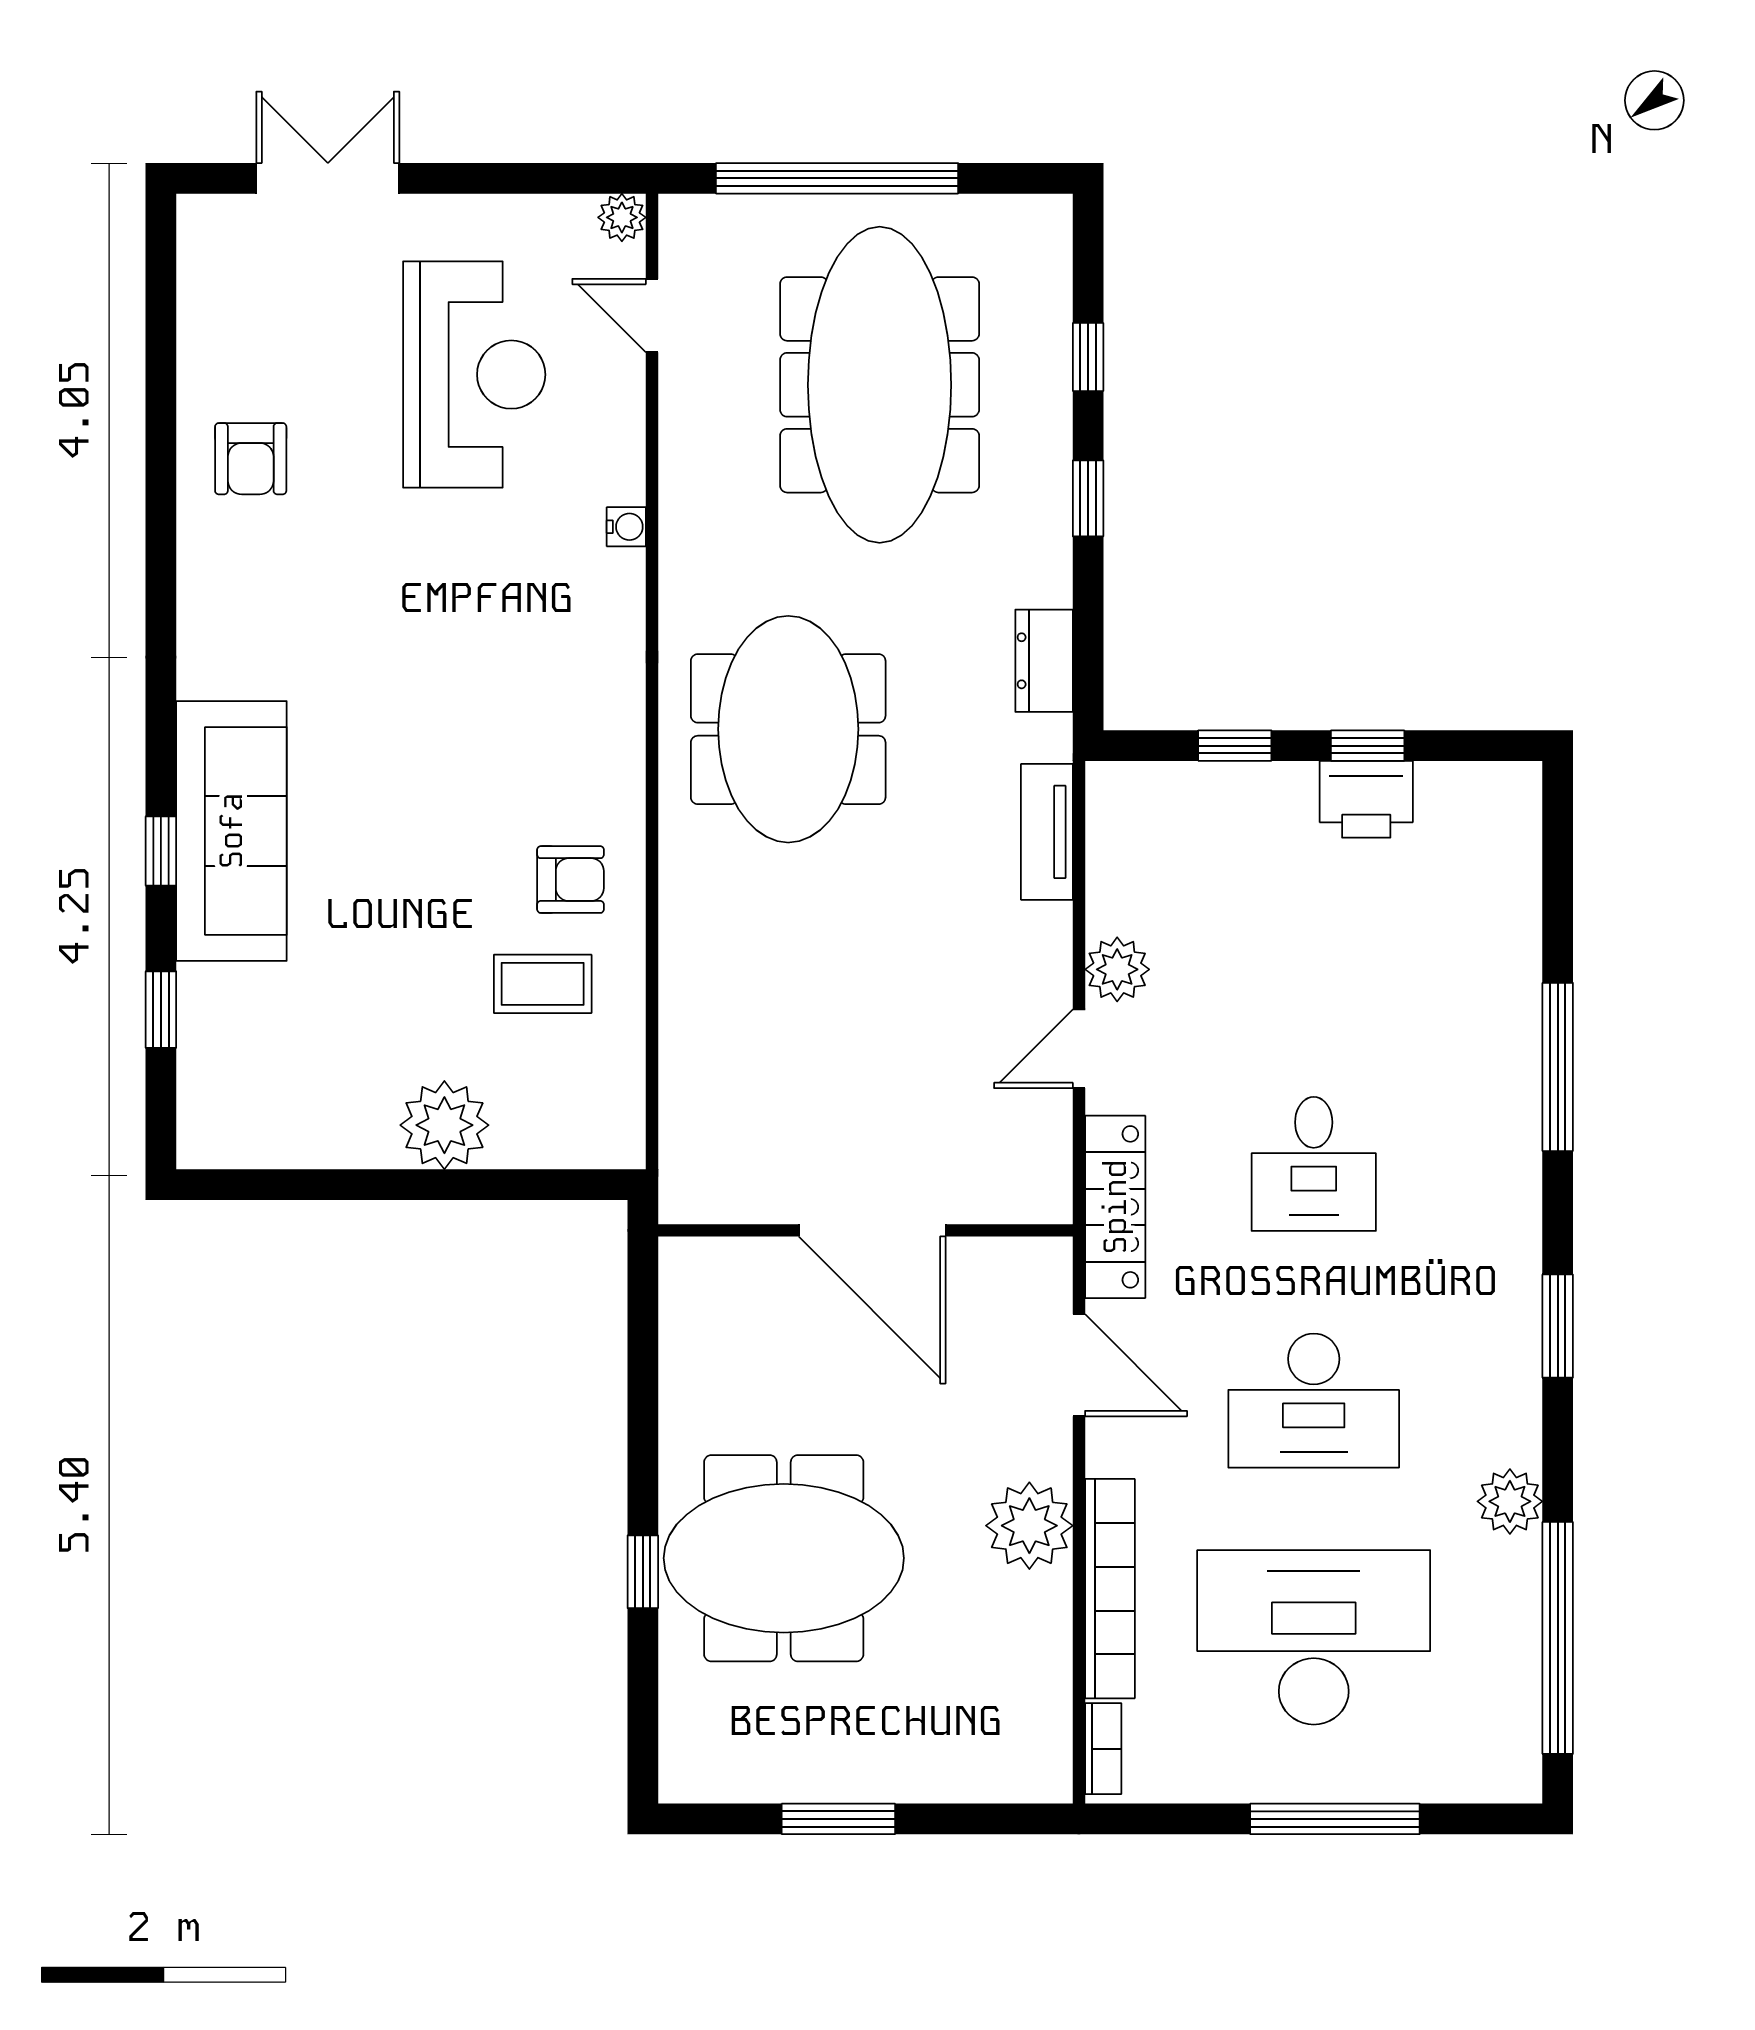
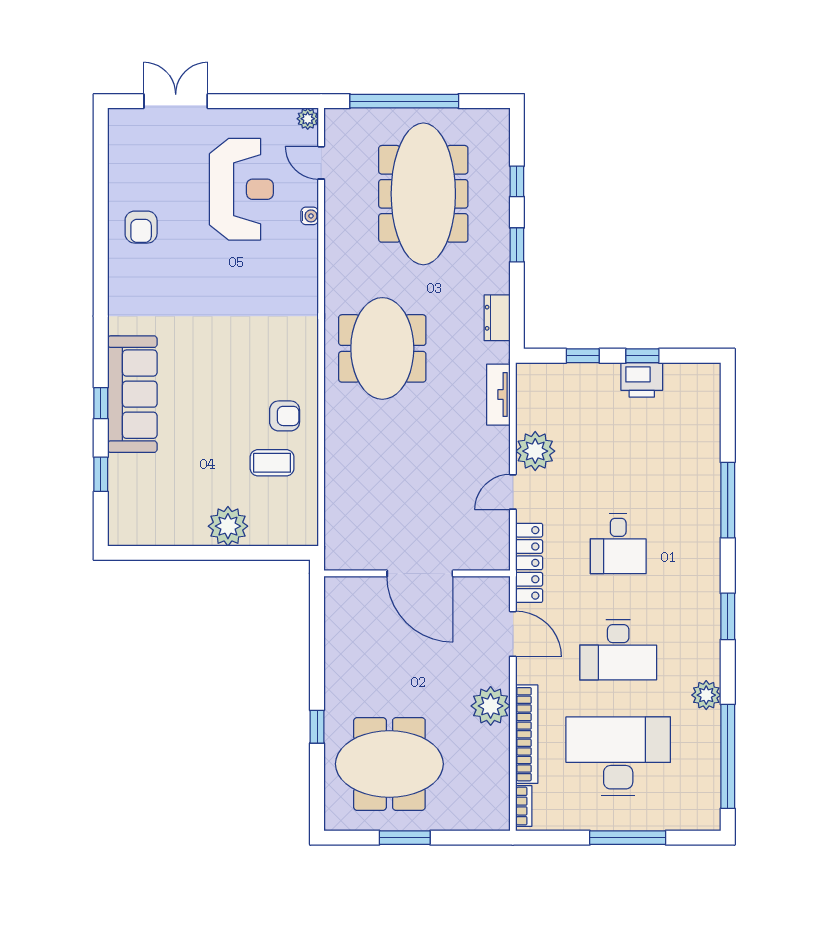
water cooler: (626, 527) -> (310, 216), moved
plant: (1117, 969) -> (535, 451), width x1.36, depth x1.36
meeting table: (784, 1558) -> (389, 764), moved

